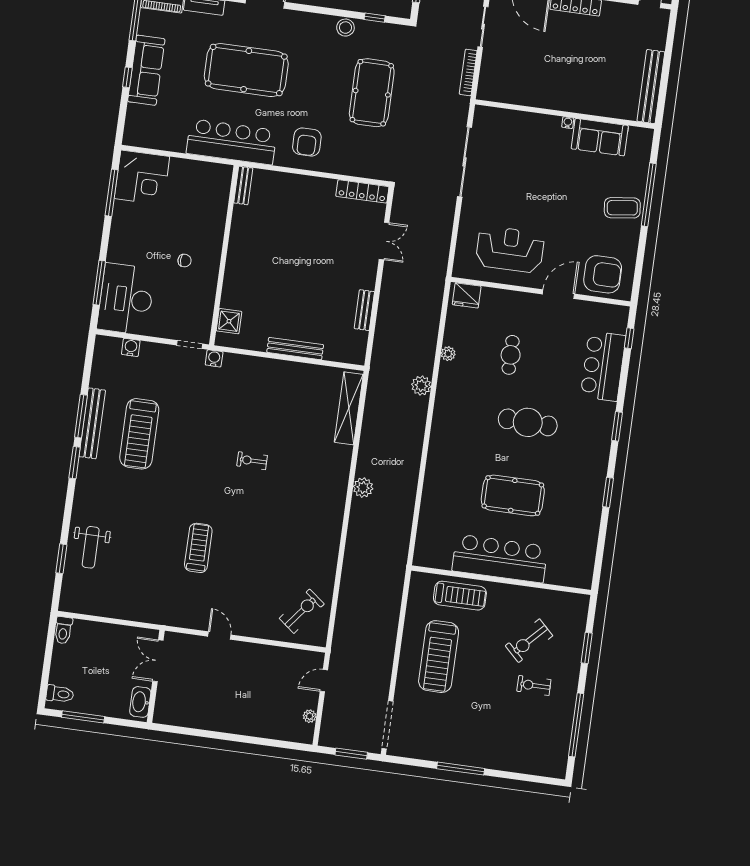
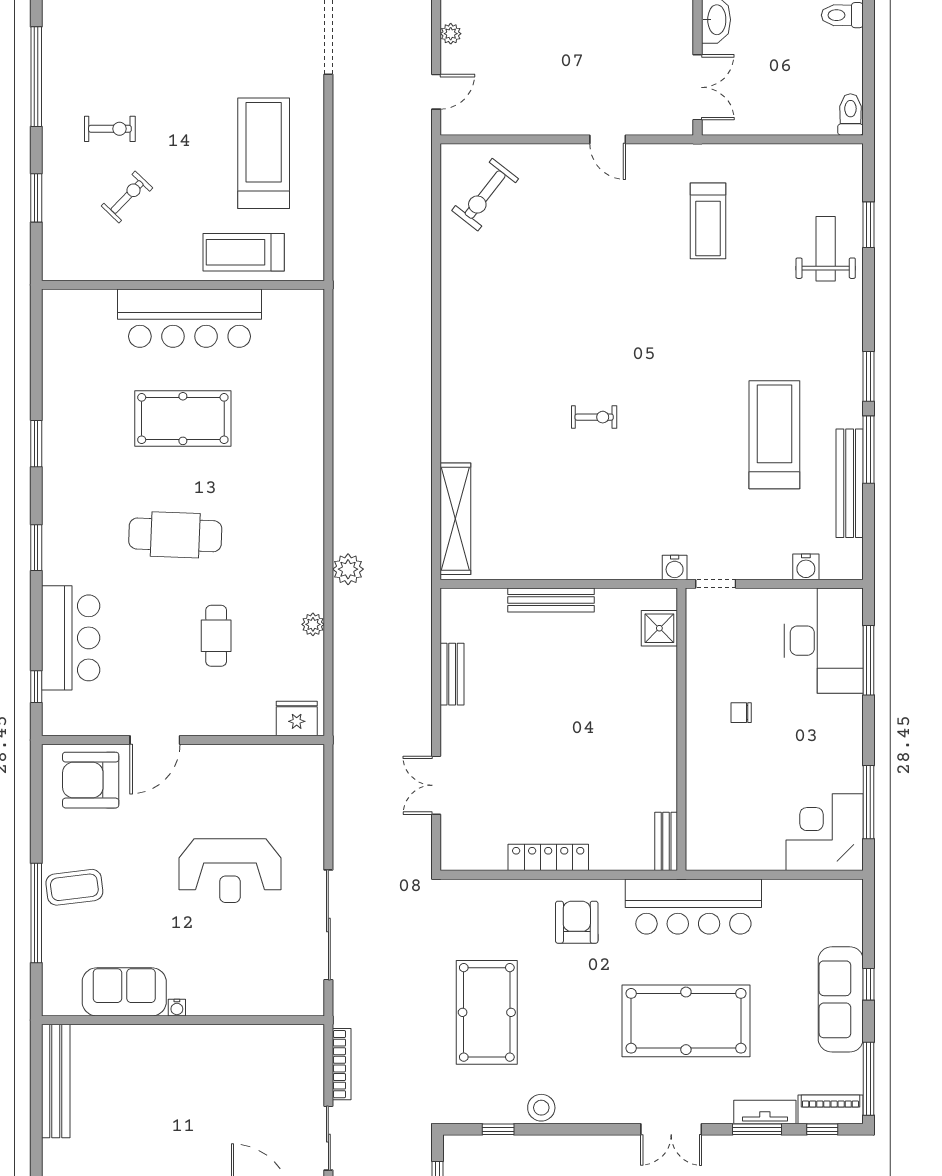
locker: (362, 191) -> (548, 857), moved
reception desk: (510, 249) -> (230, 871), moved
bench: (92, 423) -> (850, 483), moved
plant: (363, 488) -> (416, 399), removed
treadmill: (198, 548) -> (708, 221), moved
exercise bike: (529, 641) -> (127, 197), width x0.73, depth x0.72

